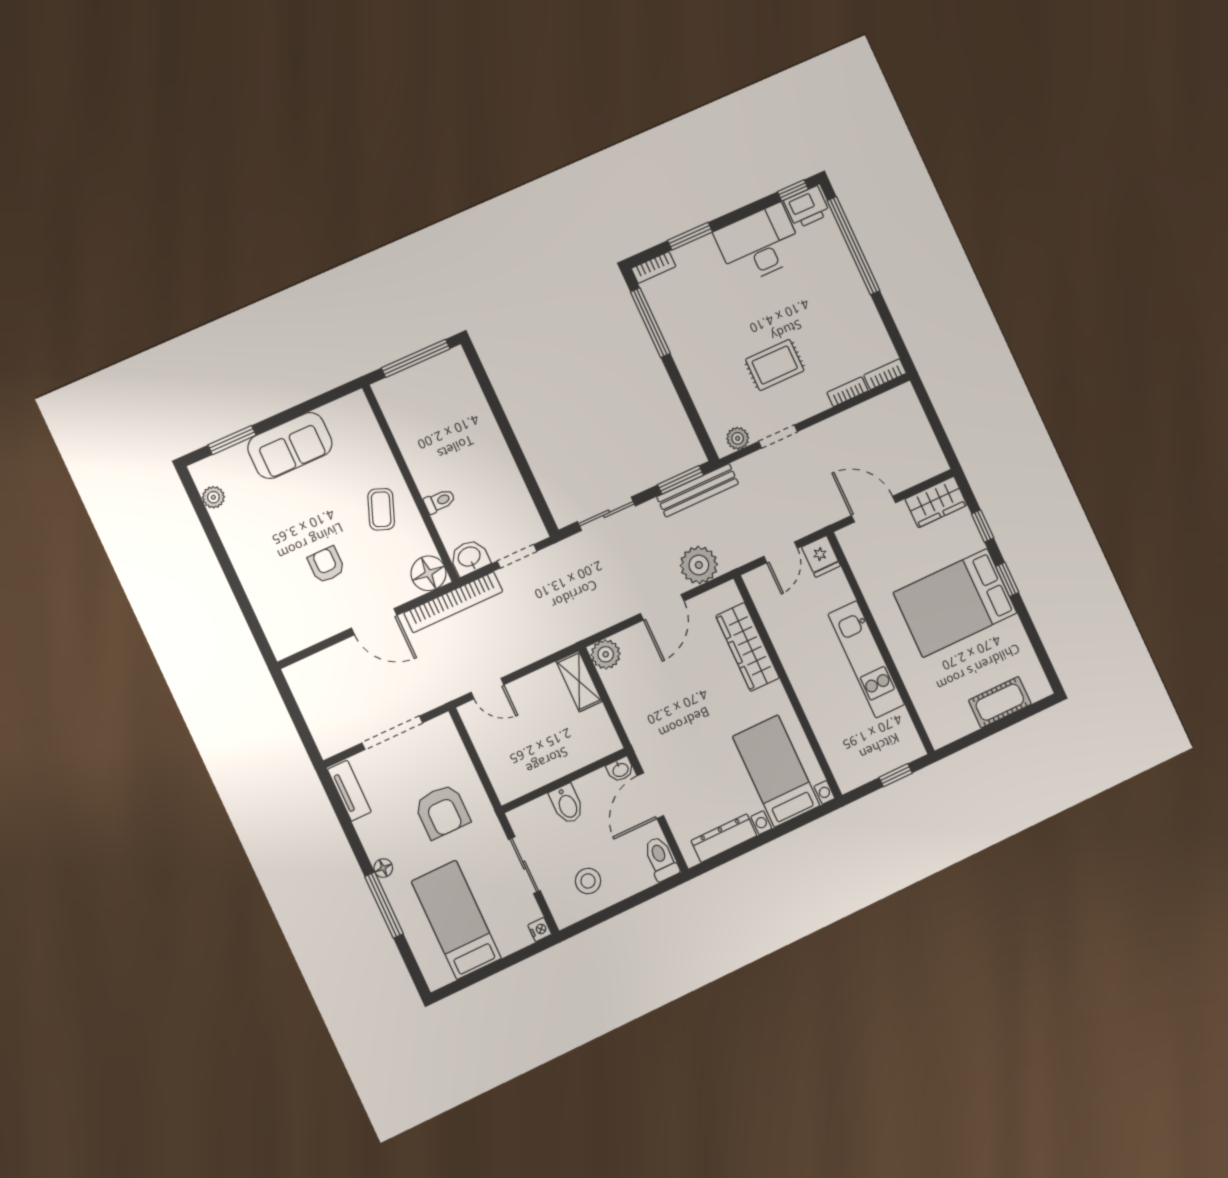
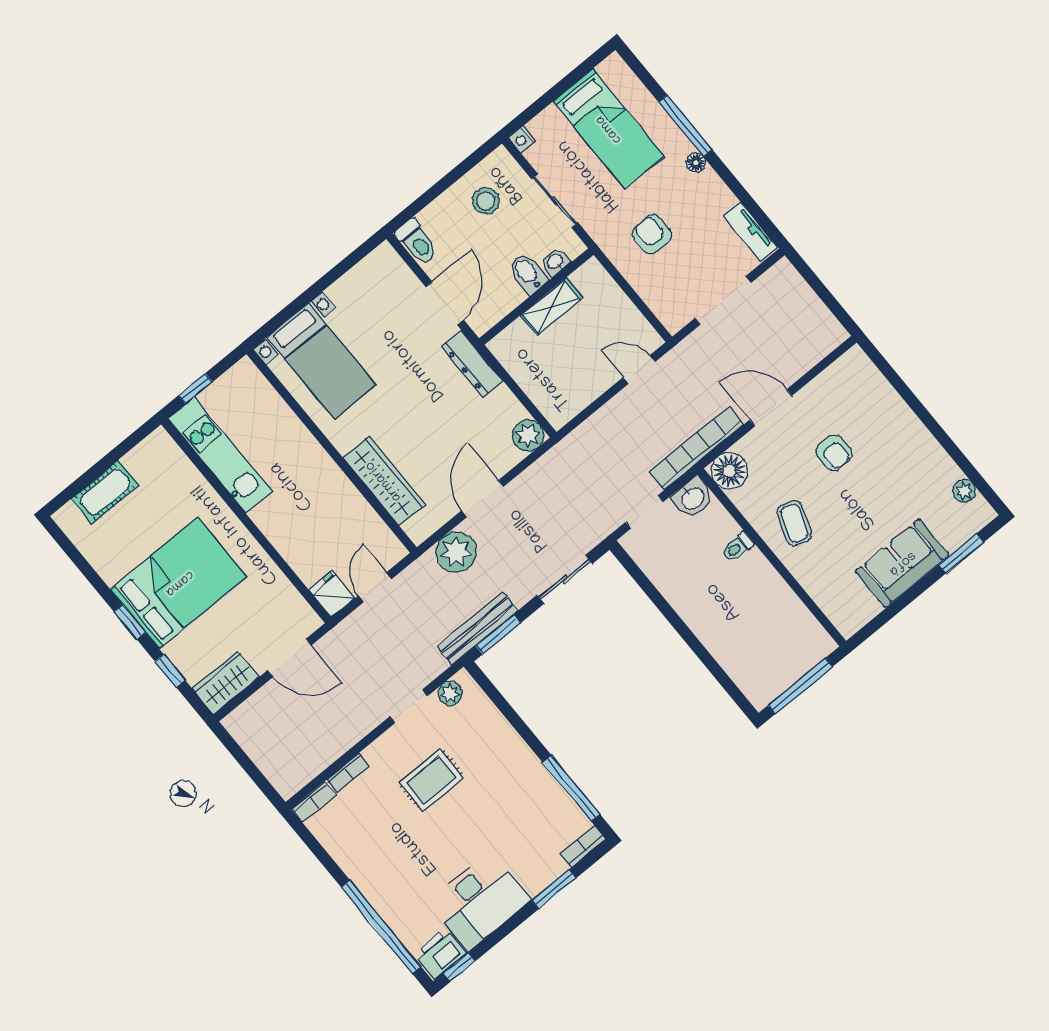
kitchen unit: (866, 659) -> (220, 455), moved
shelving: (579, 681) -> (551, 307), moved, turned 90
washbasin: (620, 769) -> (555, 262), moved
armchair: (442, 811) -> (652, 234), width x0.72, depth x0.72
dresser: (724, 838) -> (472, 364), moved, turned 90

